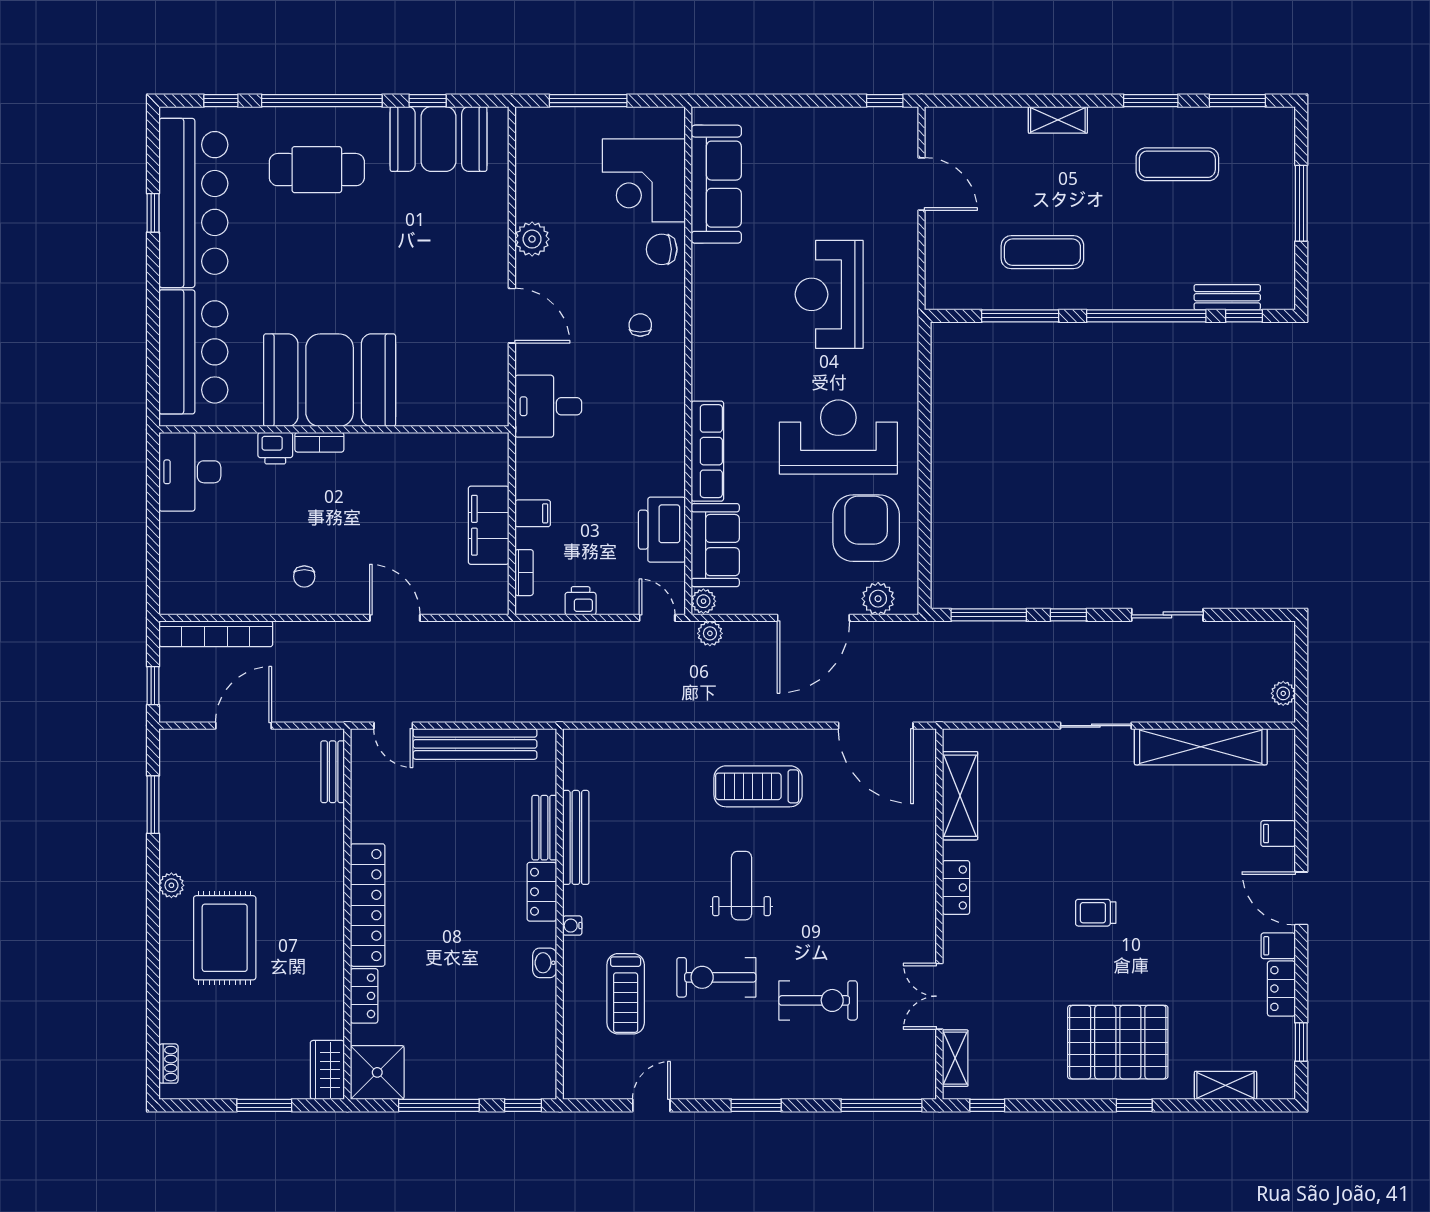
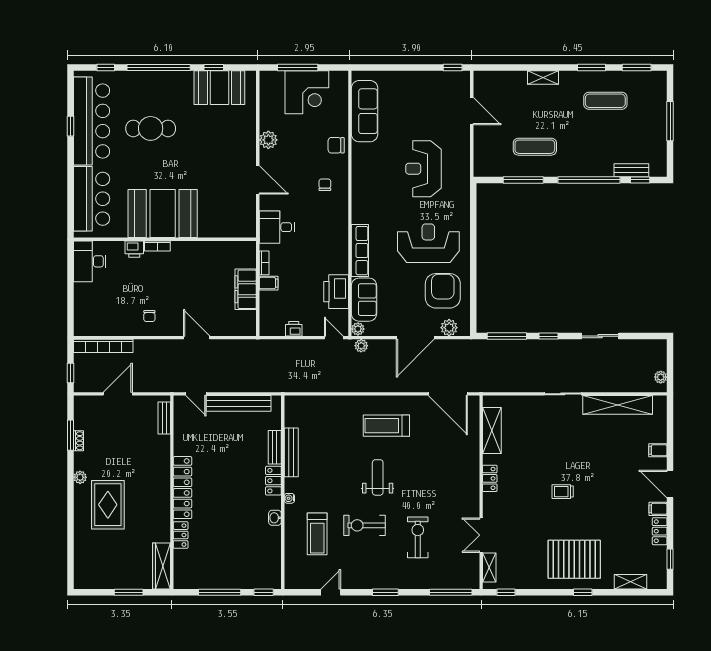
cafe table: (317, 170) -> (151, 128), moved
corner desk: (644, 180) -> (307, 92), moved, turned -90
bookcase: (524, 573) -> (264, 263), moved
exercise bike: (818, 1000) -> (418, 537), turned -90
shoe rack: (168, 1064) -> (79, 441), moved
wardrobe: (327, 1070) -> (161, 566), width x1.50
shower: (377, 1072) -> (188, 575), removed

